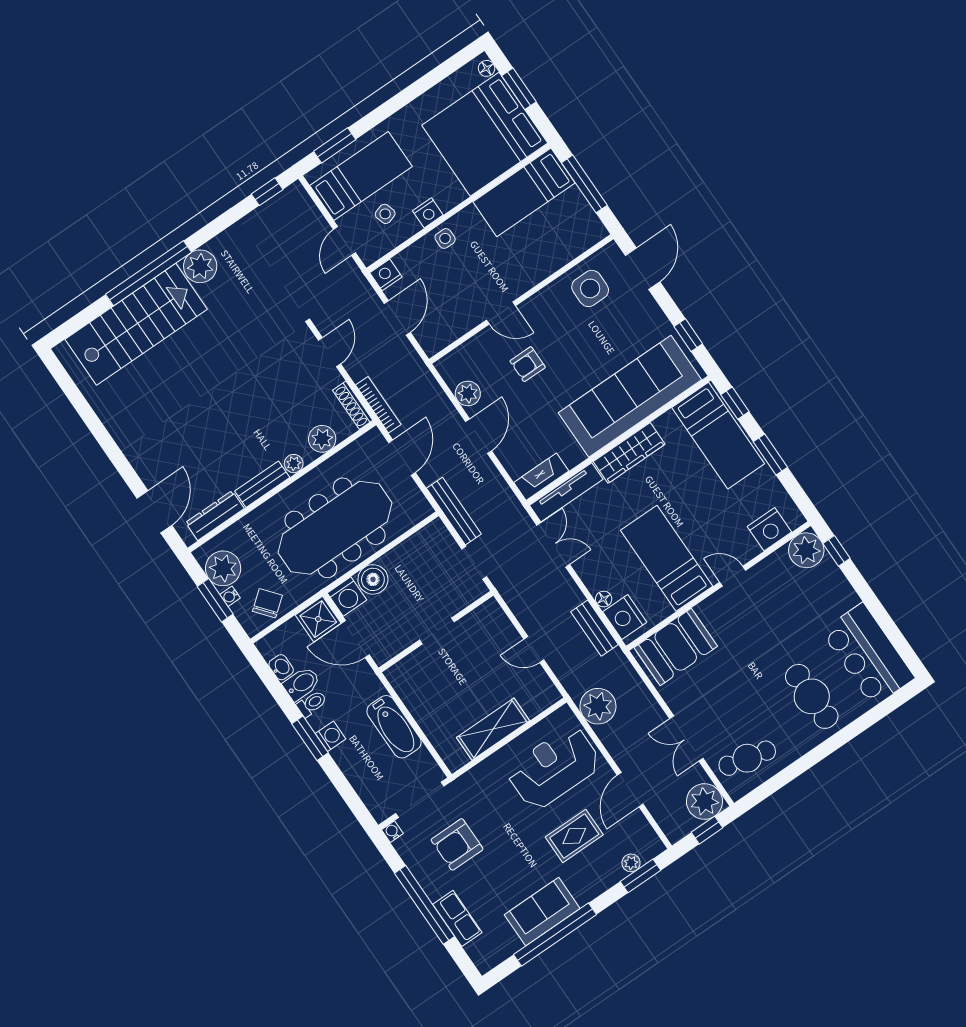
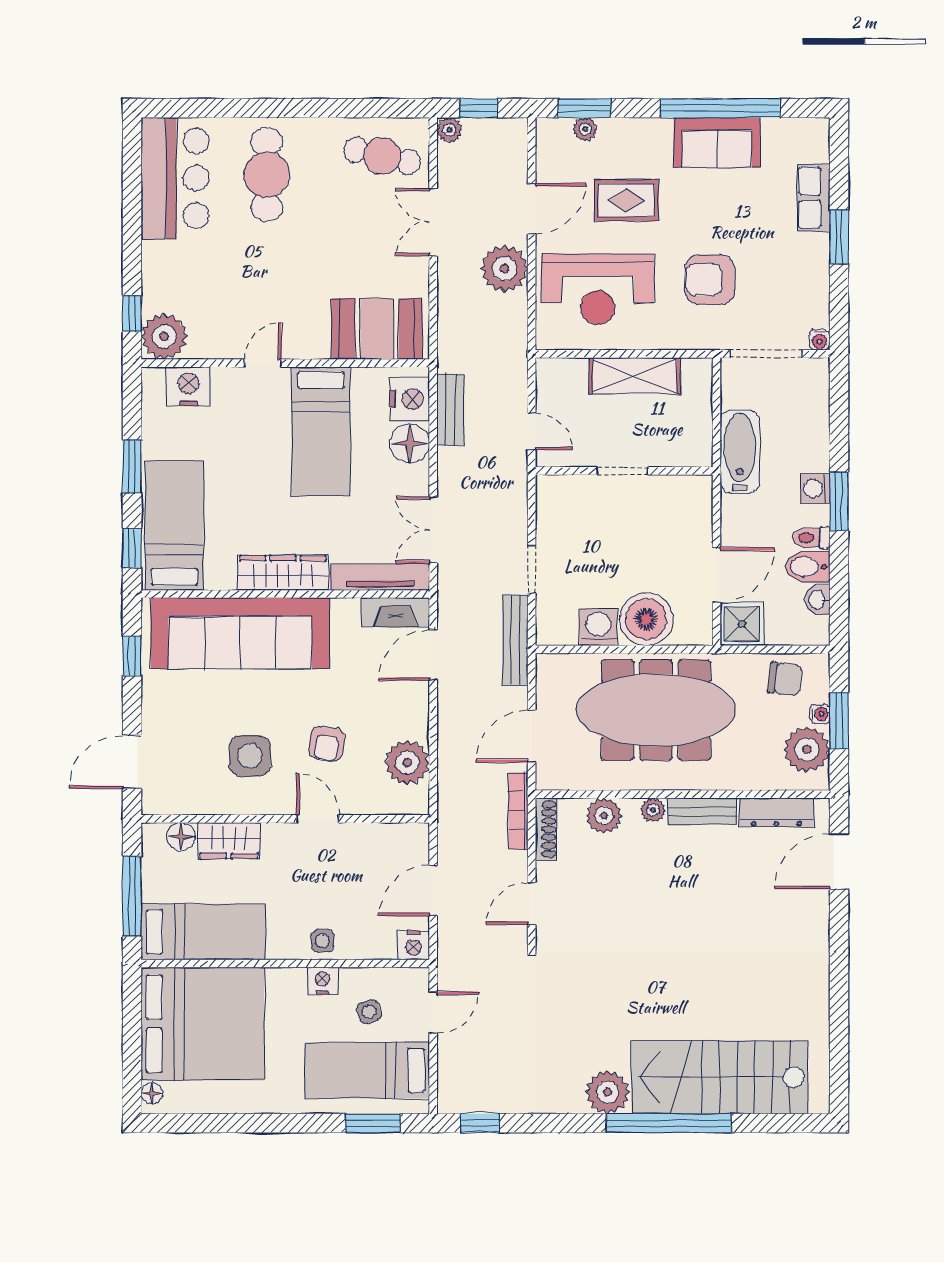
window: (519, 89) -> (132, 1047), removed
floor lamp: (579, 243) -> (181, 837), added
wardrobe: (547, 261) -> (229, 841), added
side table: (590, 288) -> (250, 756), moved
armchair: (528, 364) -> (327, 744), turned 98
plant: (468, 393) -> (407, 762), width x1.36, depth x1.36
door: (479, 436) -> (433, 655), moved
door: (733, 576) -> (263, 363), swing flipped
boiler: (373, 579) -> (646, 619), width x1.37, depth x1.37
washing machine: (347, 597) -> (598, 627), moved
floor lamp: (604, 599) -> (410, 443), width x1.89, depth x1.89
chair: (267, 603) -> (785, 679), turned -134
doorway: (437, 631) -> (622, 471), moved
wall: (436, 632) -> (624, 471), moved
door: (355, 639) -> (716, 575), hinge flipped
plant: (598, 706) -> (505, 269), moved
double door: (686, 739) -> (433, 222), swing flipped
plant: (704, 802) -> (449, 130), width x0.53, depth x0.53
armchair: (457, 844) -> (710, 279), moved, turned 180
window: (424, 905) -> (839, 237), width x0.47

